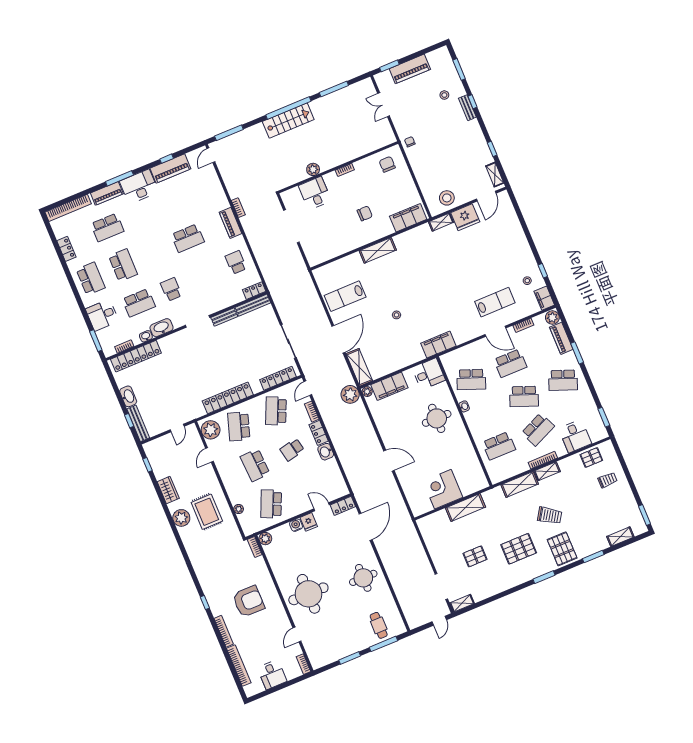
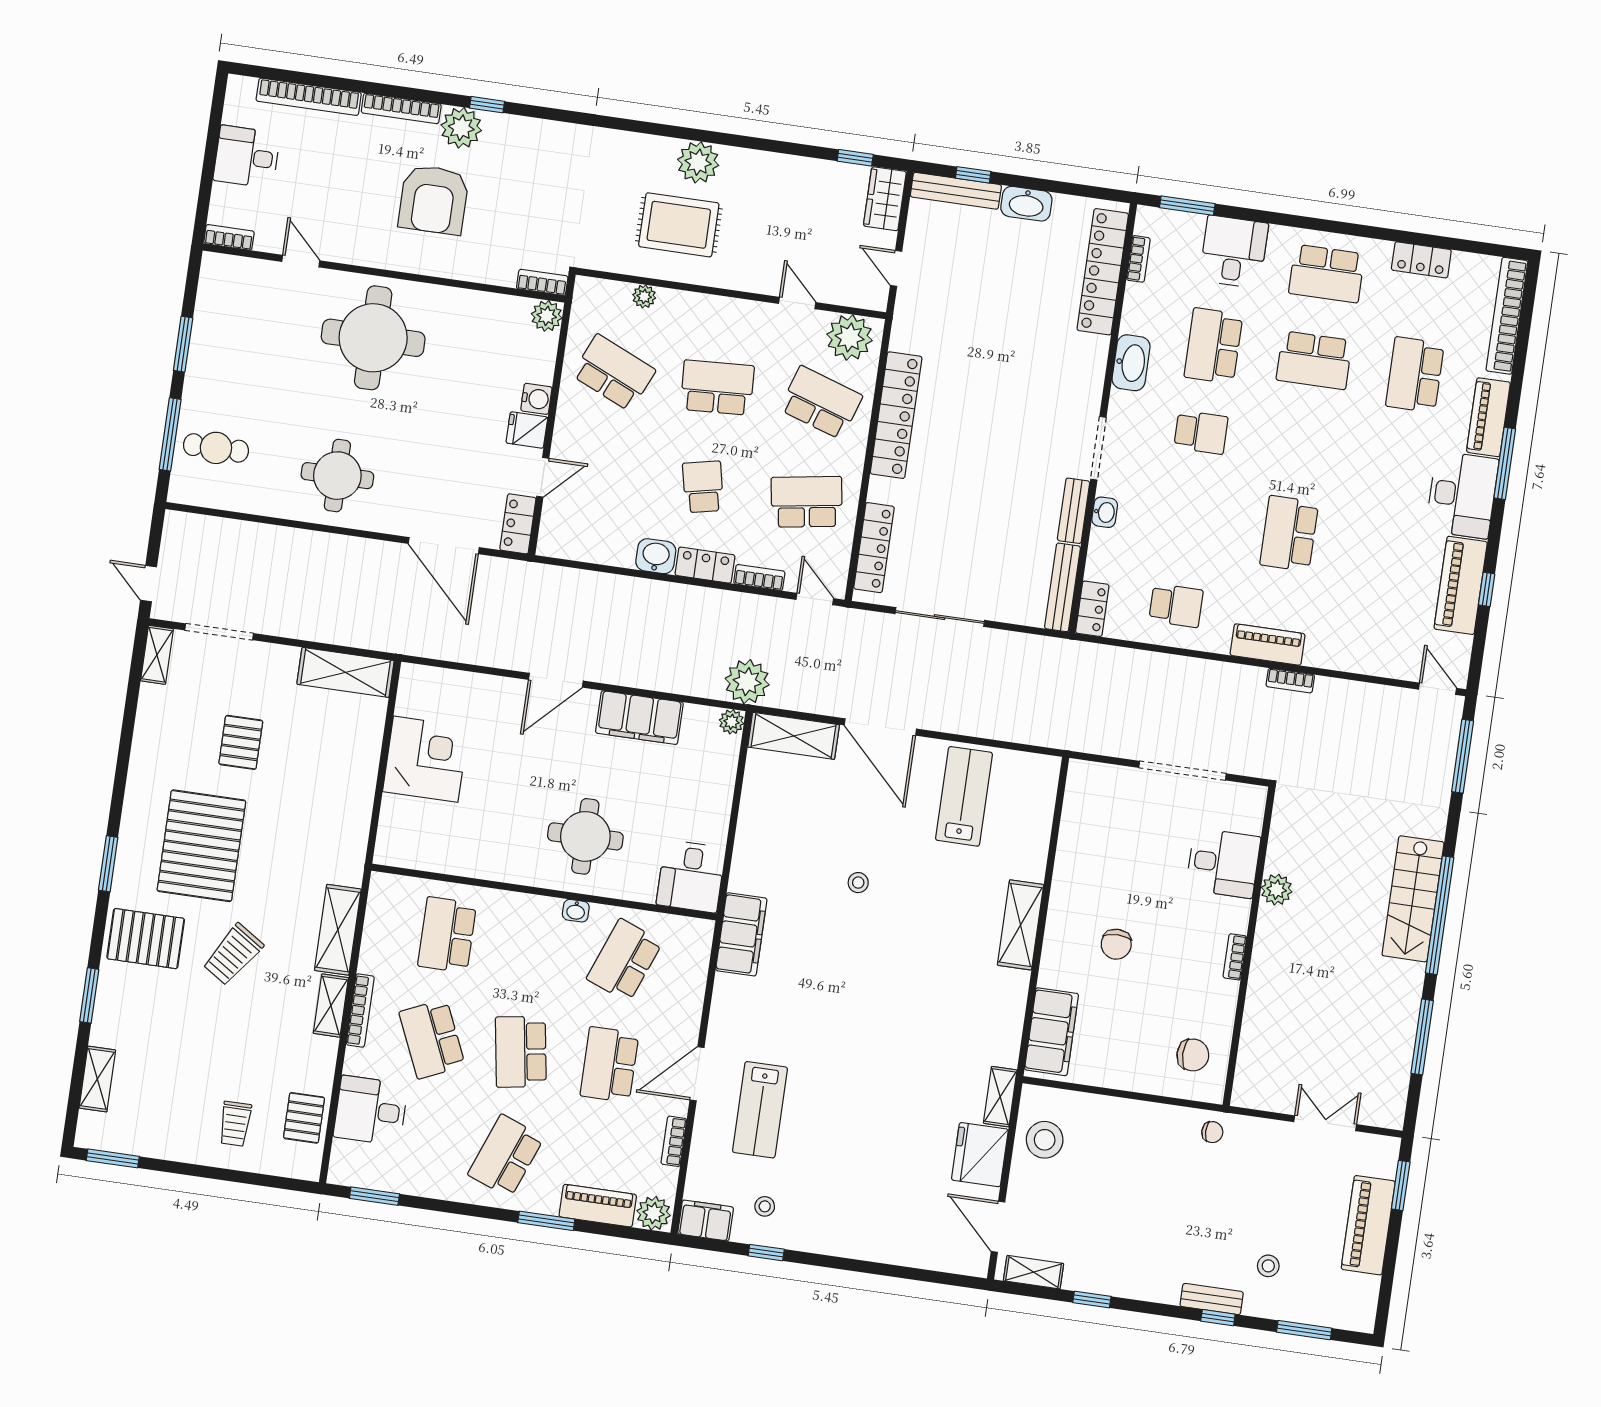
washbasin: (146, 336) -> (1105, 512), moved
filing cabinet: (389, 386) -> (639, 718), moved, turned -90
school desk: (524, 396) -> (521, 1052), turned -30
school desk: (276, 411) -> (807, 502), turned -33
wardrobe: (168, 490) -> (885, 199), moved, turned 90
shelving: (465, 508) -> (346, 672), moved, turned 90
pallet: (519, 549) -> (201, 846), width x1.37, depth x1.41
plant: (218, 607) -> (461, 128), added

